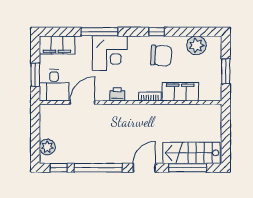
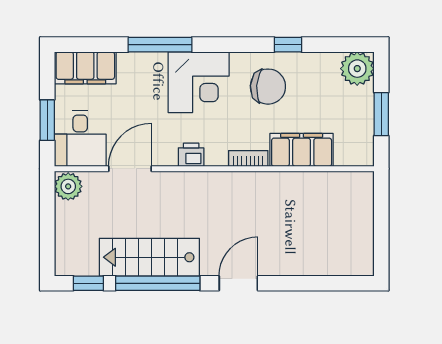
window: (157, 32) -> (288, 45), moved
plant: (196, 45) -> (357, 69), moved
corner desk: (110, 53) -> (199, 82), moved
plant: (47, 147) -> (68, 186), moved
stairs: (192, 153) -> (149, 257), moved
window: (188, 168) -> (315, 283), removed

